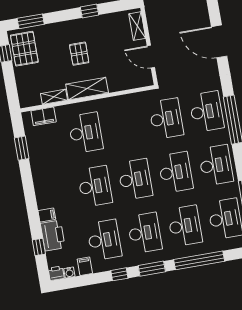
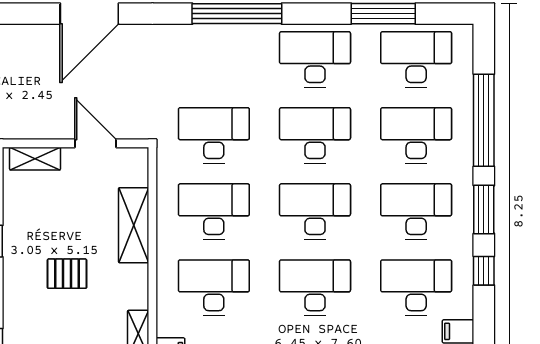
door: (151, 57) -> (95, 143), swing flipped
shelving: (87, 89) -> (134, 225), moved
desk: (206, 112) -> (214, 211), moved

